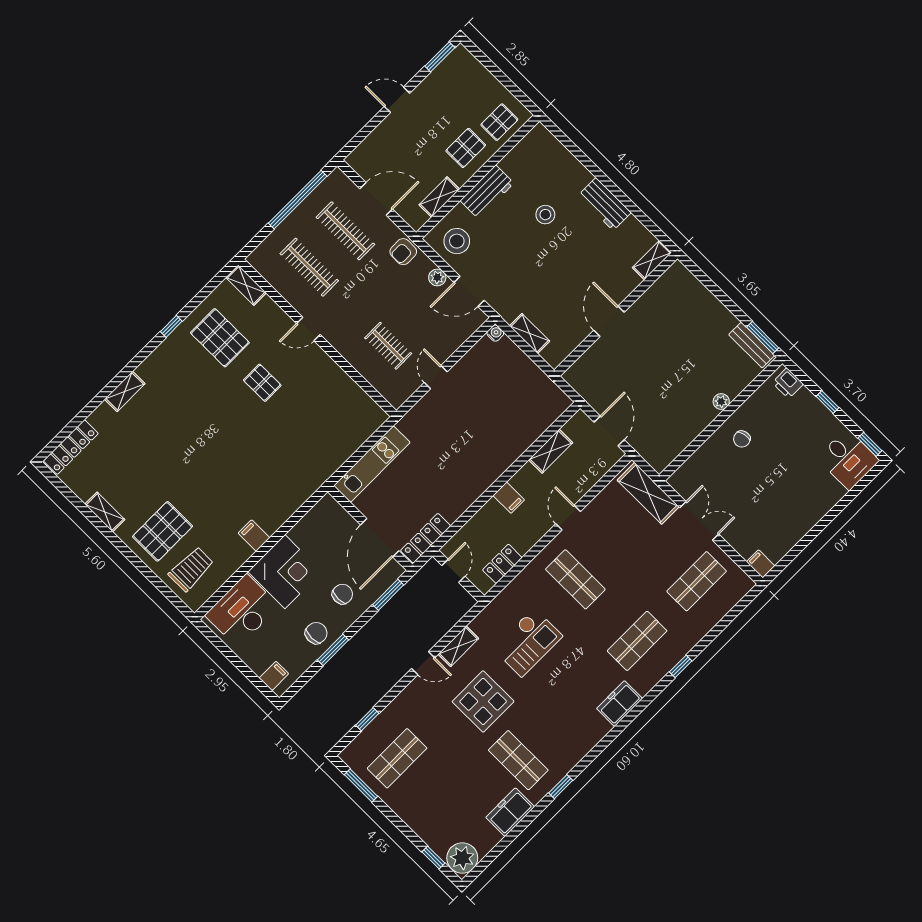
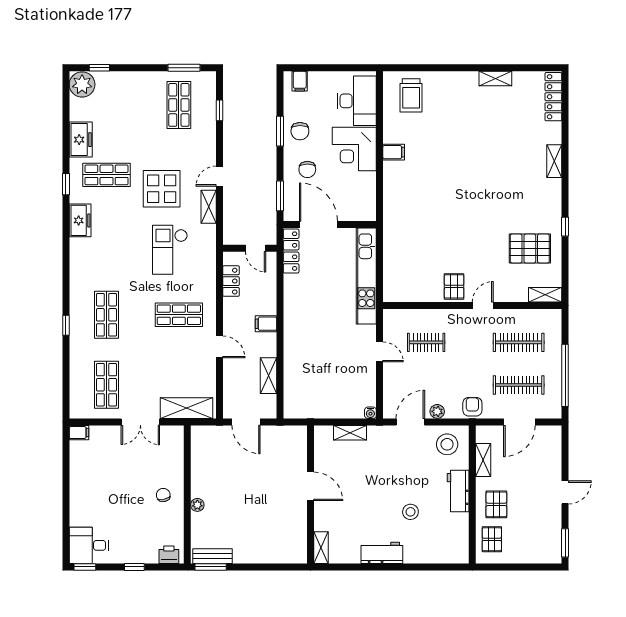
pallet: (262, 383) -> (454, 286), moved, turned 90
kitchen unit: (372, 464) -> (366, 276), width x1.36
pallet: (163, 531) -> (450, 101), removed
freezer: (620, 704) -> (80, 220), moved

